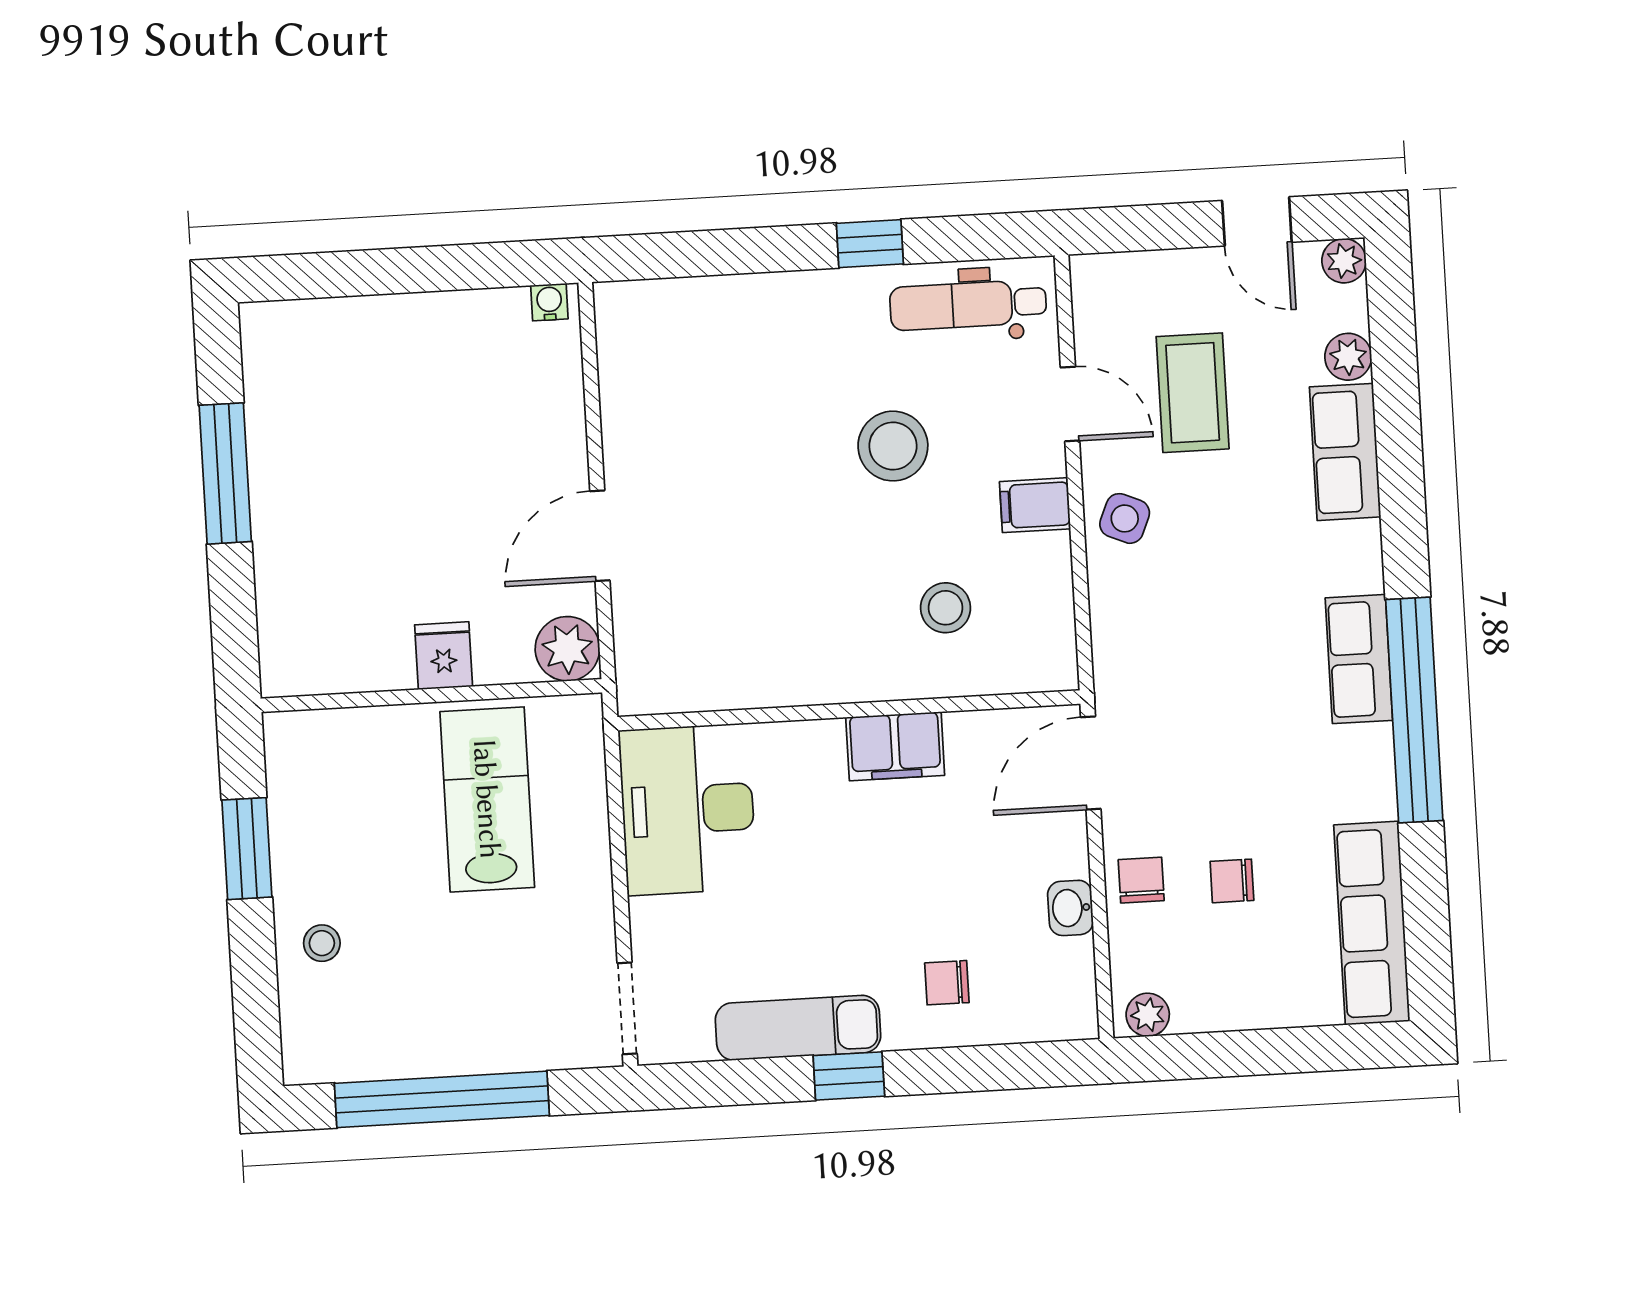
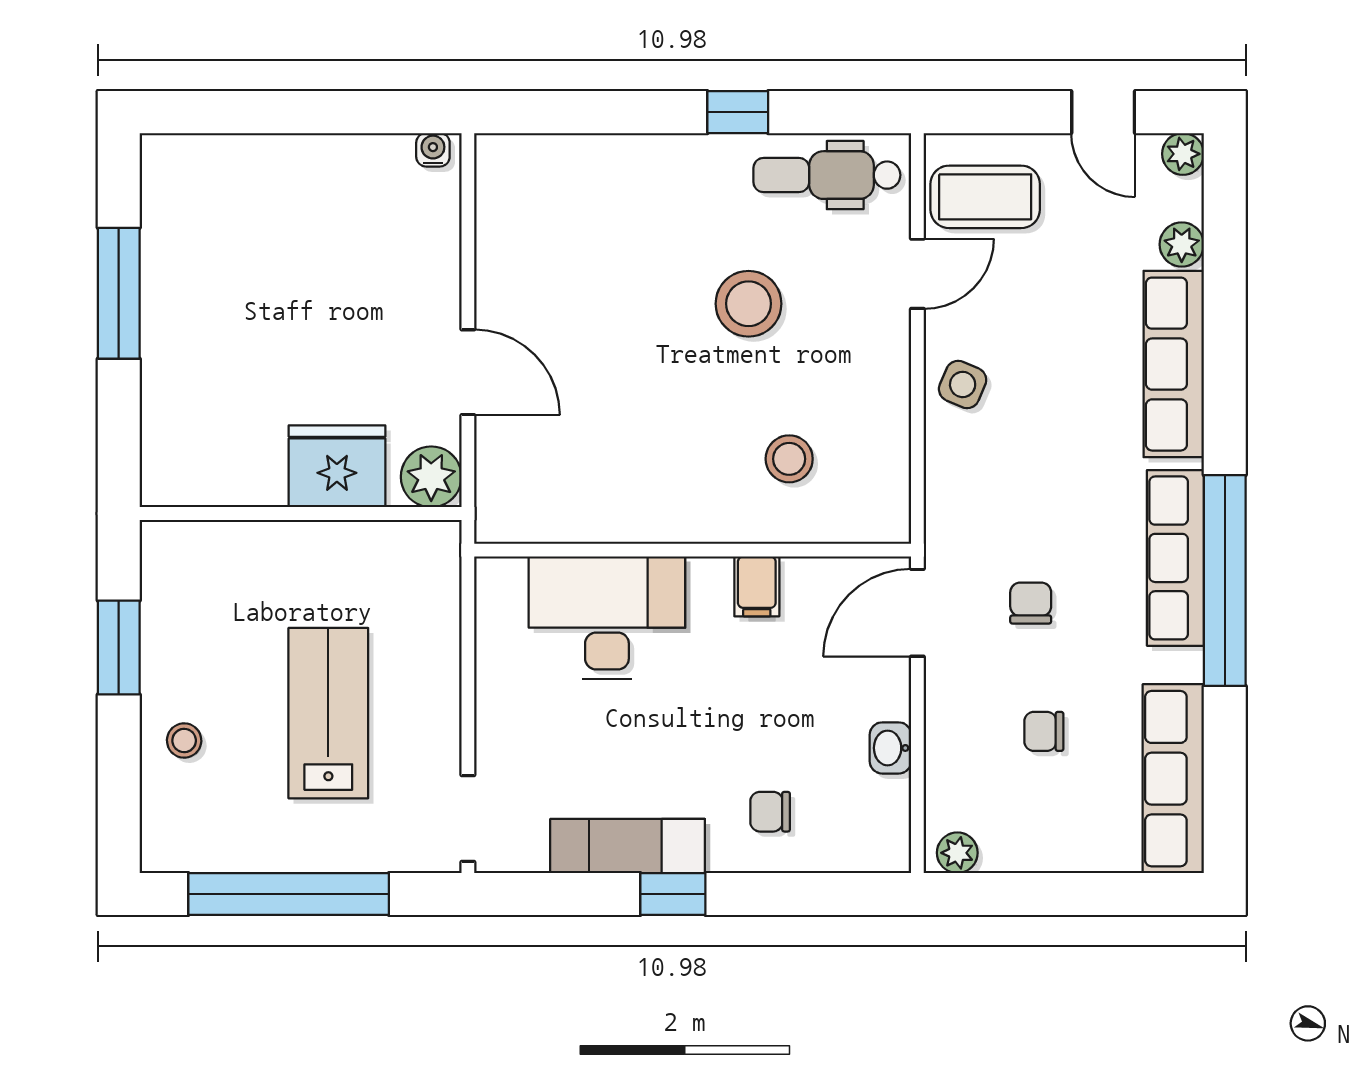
coffee table: (1193, 393) -> (985, 197), moved, turned 90
door: (1070, 404) -> (917, 274), hinge flipped
row of seats: (1345, 452) -> (1174, 364), width x1.48
filing cabinet: (1035, 505) -> (879, 367), removed
door: (600, 536) -> (468, 372), swing flipped
fridge: (444, 656) -> (337, 466), width x1.88, depth x1.34
row of seats: (1359, 659) -> (1175, 558), width x1.48
filing cabinet: (895, 746) -> (757, 586), width x0.50
lab bench: (487, 799) -> (328, 713), moved
desk: (688, 809) -> (607, 618), moved, turned 90
chair: (1141, 880) -> (1031, 603), moved

